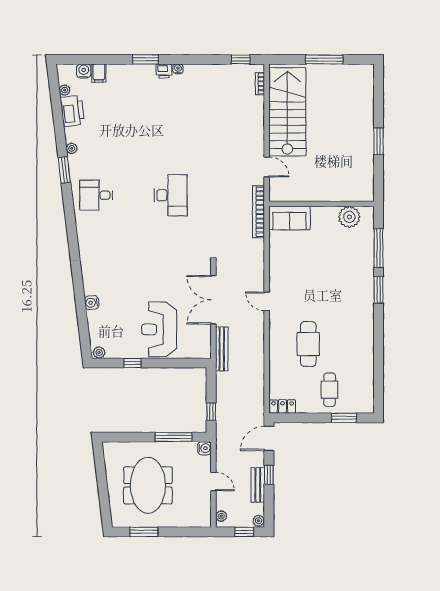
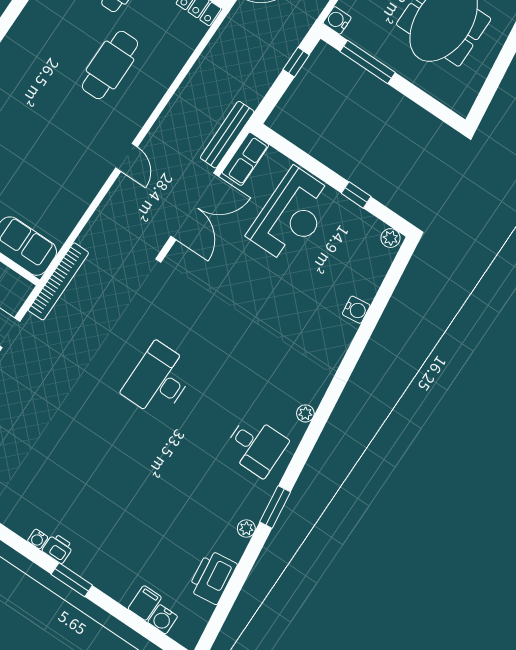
plant: (65, 90) -> (305, 413), moved
row of seats: (204, 343) -> (245, 159), added

